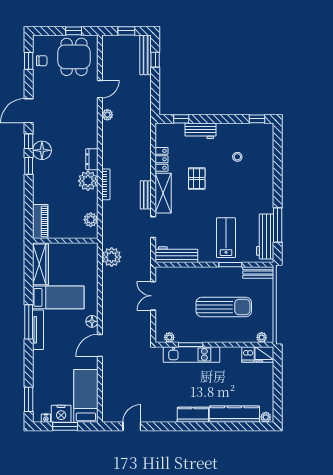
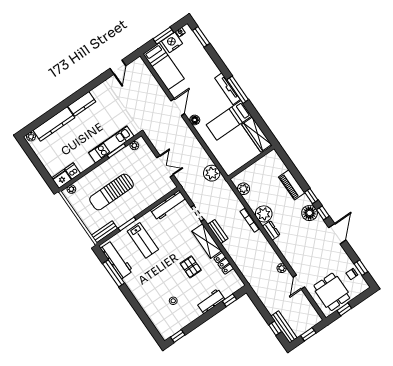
piano: (40, 222) -> (292, 185), moved

